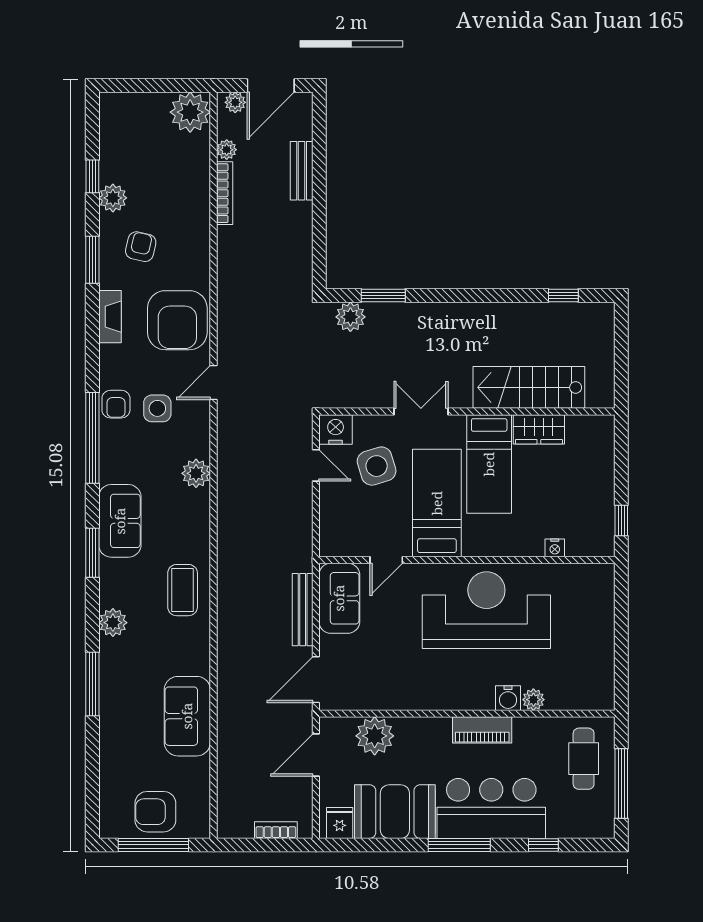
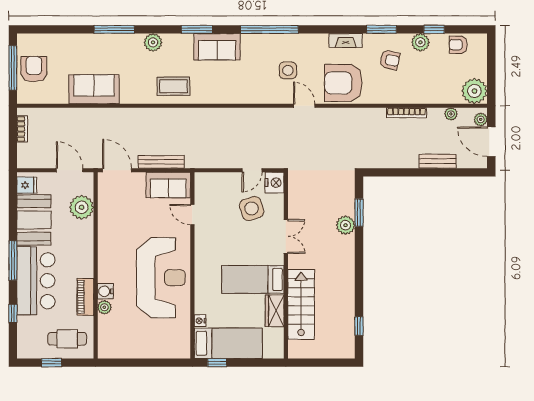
bookcase: (225, 193) -> (407, 113), moved
plant: (350, 317) -> (346, 225), moved
armchair: (116, 404) -> (458, 45), moved
plant: (196, 473) -> (247, 95), removed
bed: (437, 503) -> (228, 343), moved
piano: (482, 730) -> (85, 297), moved
window: (621, 783) -> (52, 363), width x0.46
bookcase: (276, 830) -> (22, 129), moved

